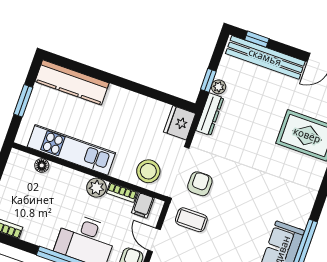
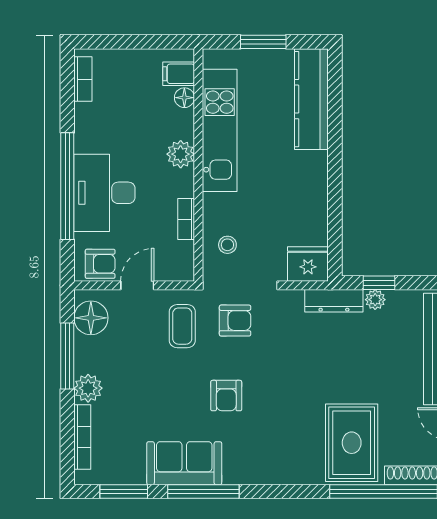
stool: (148, 171) -> (227, 245), width x0.53, depth x0.53
plant: (96, 188) -> (181, 154), moved
filing cabinet: (143, 205) -> (179, 74), moved
armchair: (247, 207) -> (226, 396), added

